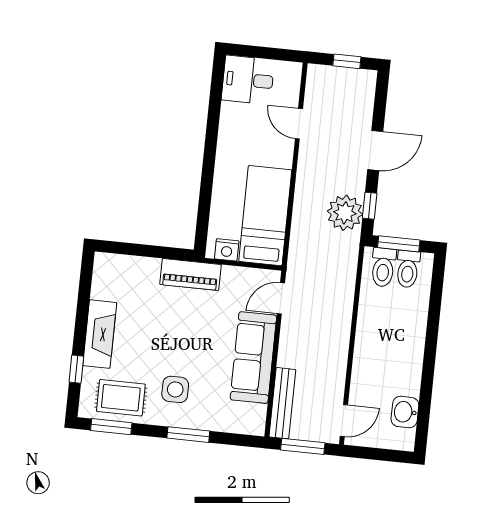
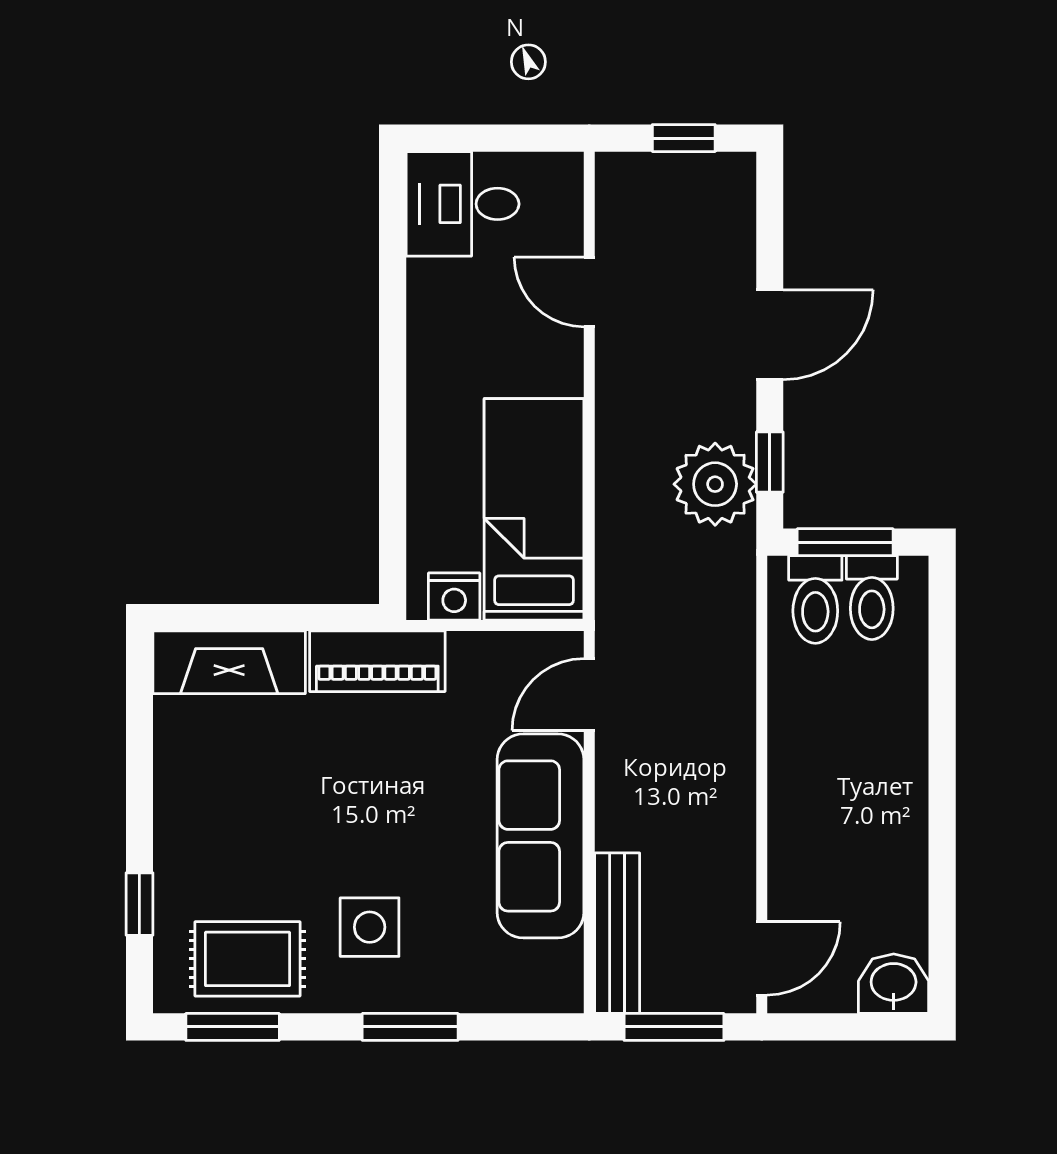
fireplace: (100, 334) -> (229, 662), moved, turned 90
washbasin: (405, 412) -> (894, 984), moved, turned 90

